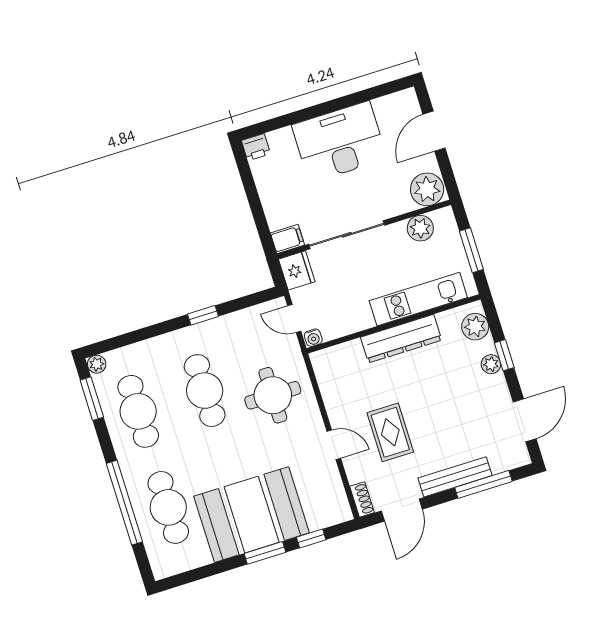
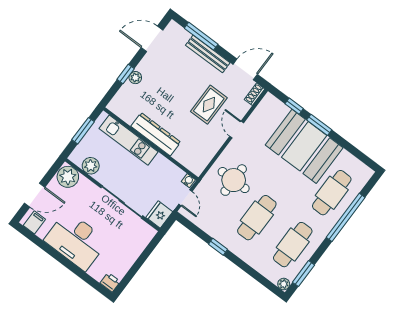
filing cabinet: (287, 239) -> (34, 222), moved, turned 90
plant: (475, 327) -> (122, 100), removed

